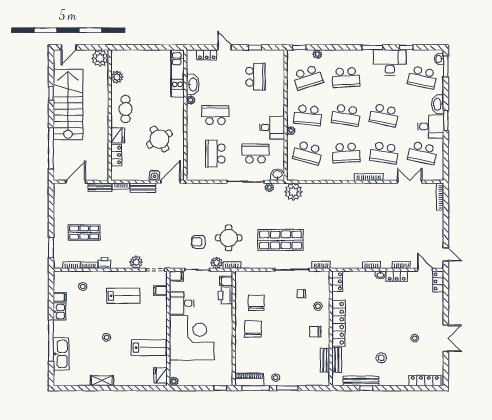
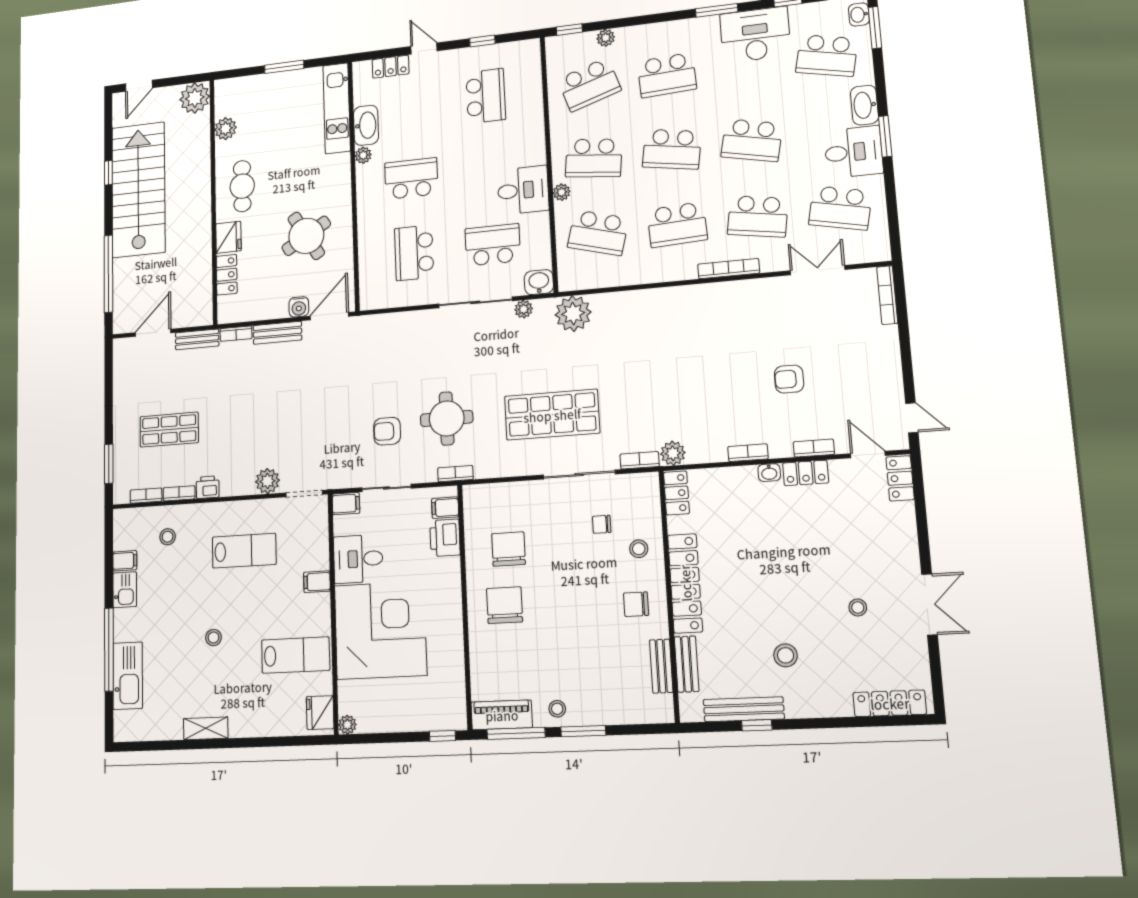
window: (150, 47) -> (284, 67), added
armchair: (393, 232) -> (789, 379), added
plant: (216, 263) -> (673, 453), moved
filing cabinet: (161, 291) -> (317, 582), moved

